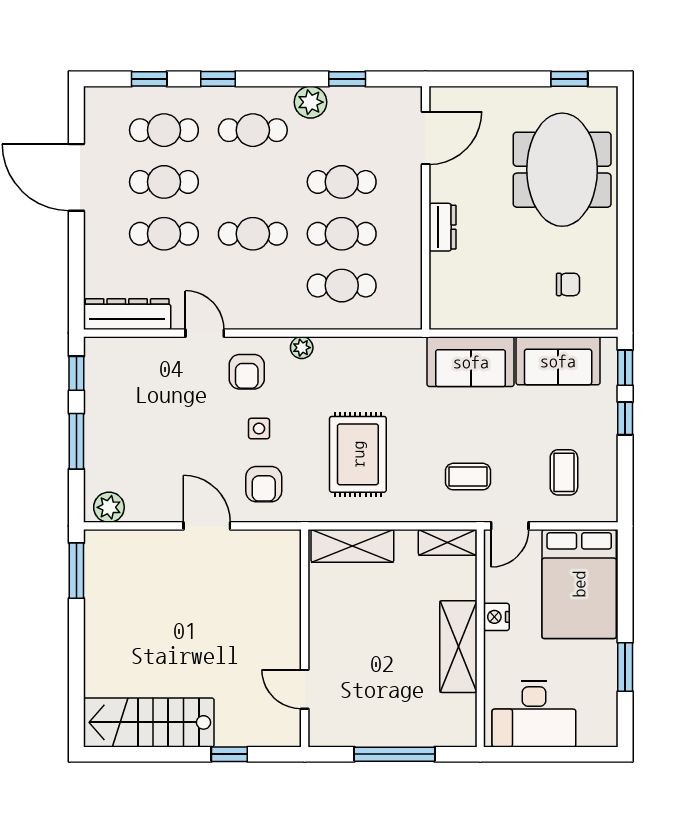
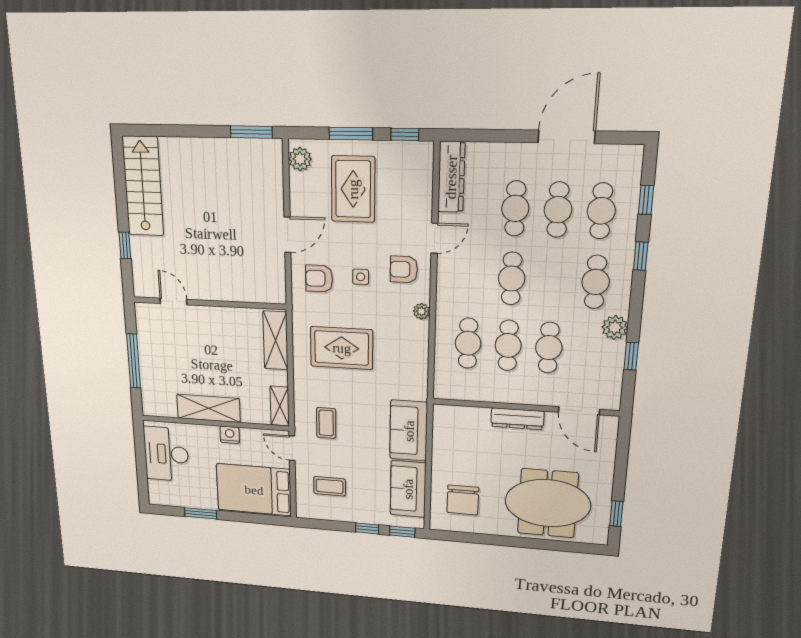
dresser: (442, 227) -> (517, 419), width x1.44
chair: (568, 284) -> (463, 500), width x1.87, depth x1.87
rug: (145, 438) -> (353, 189), added
door: (305, 689) -> (173, 301), hinge flipped

